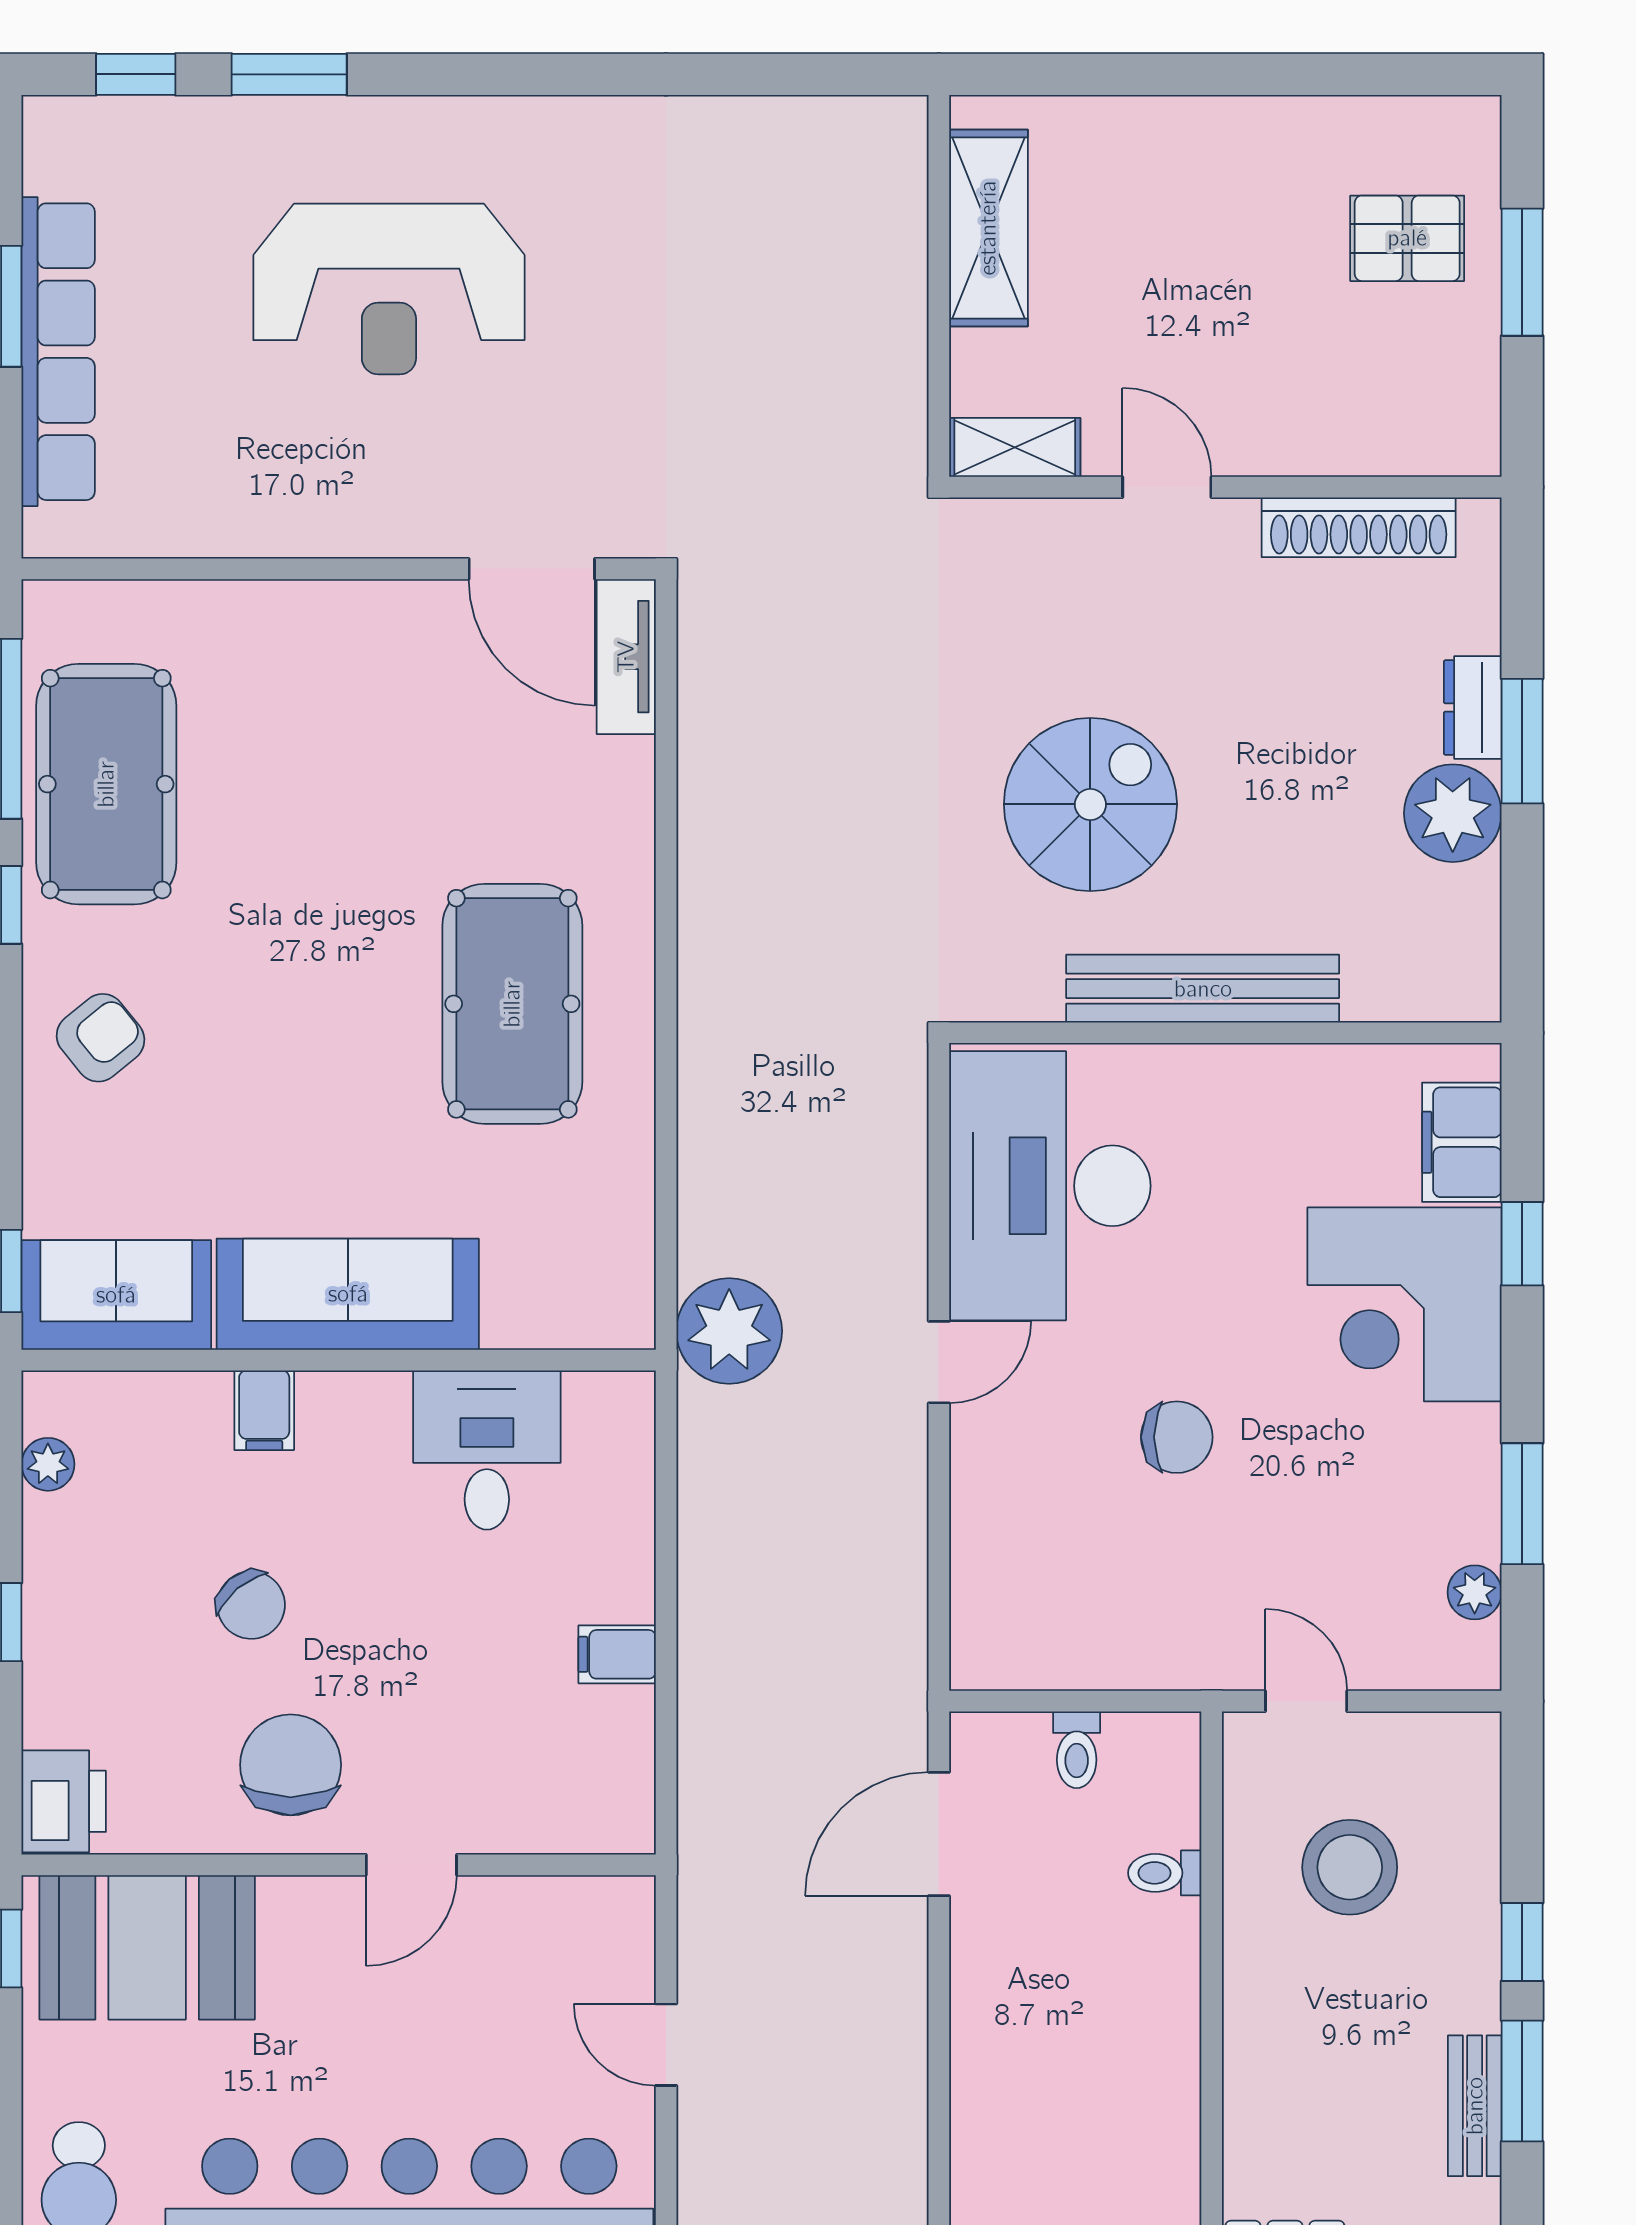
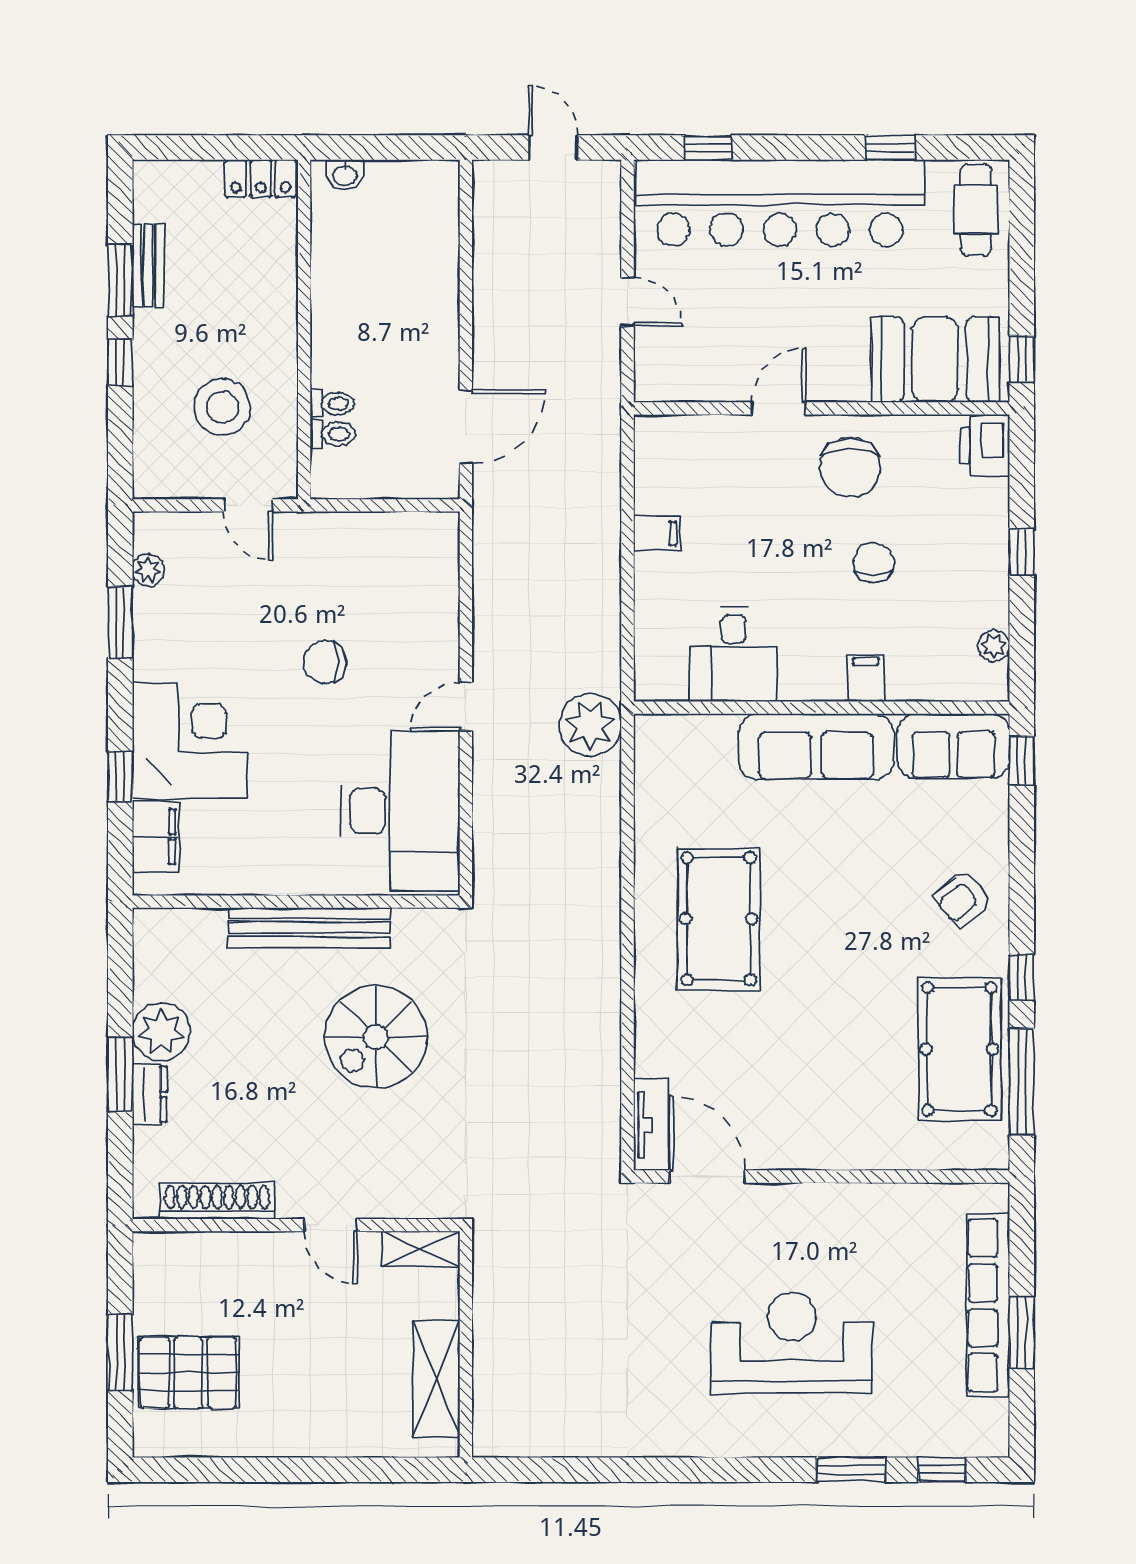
pallet: (1407, 238) -> (188, 1373), width x1.50, depth x1.42
chair: (251, 1605) -> (874, 562), turned 40
toilet: (1077, 1750) -> (333, 434), moved, turned 90

